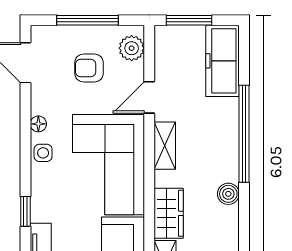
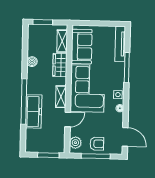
freezer: (222, 61) -> (34, 111), moved
armchair: (89, 68) -> (97, 144), moved
boiler: (228, 194) -> (32, 62), moved
window: (25, 211) -> (127, 68), width x2.17

